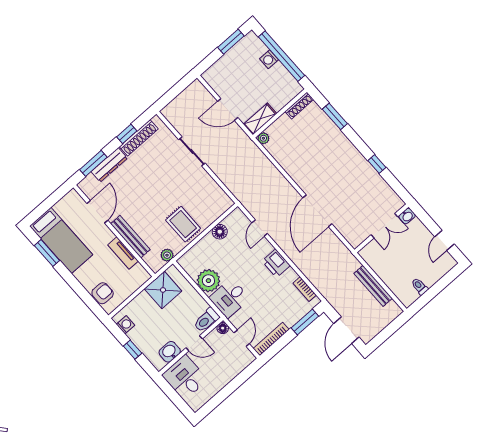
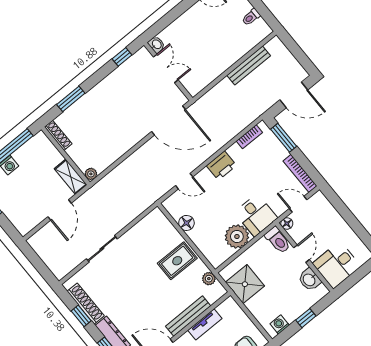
washbasin: (407, 216) -> (156, 44), moved
double door: (384, 226) -> (166, 68), moved
wall: (382, 228) -> (168, 72), moved

